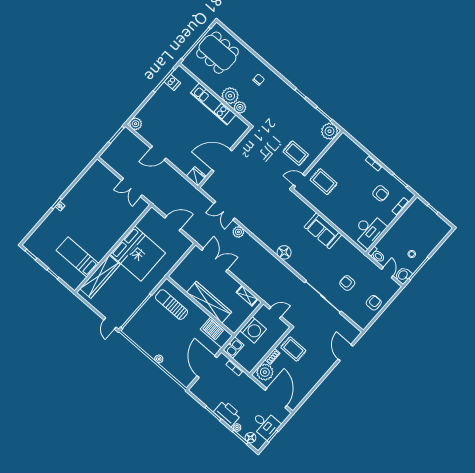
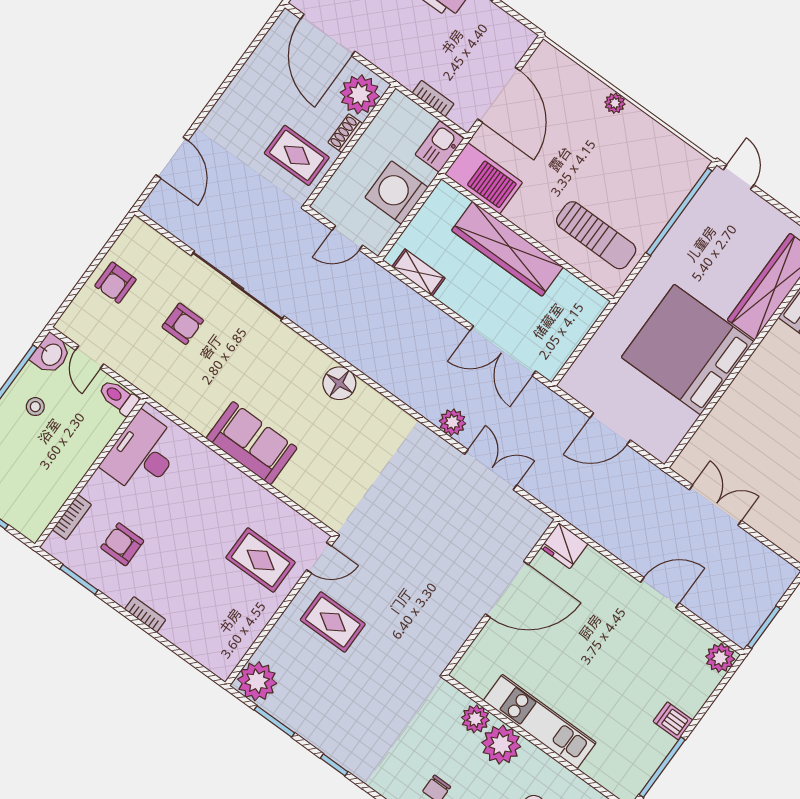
dishwasher: (172, 82) -> (673, 721), moved

